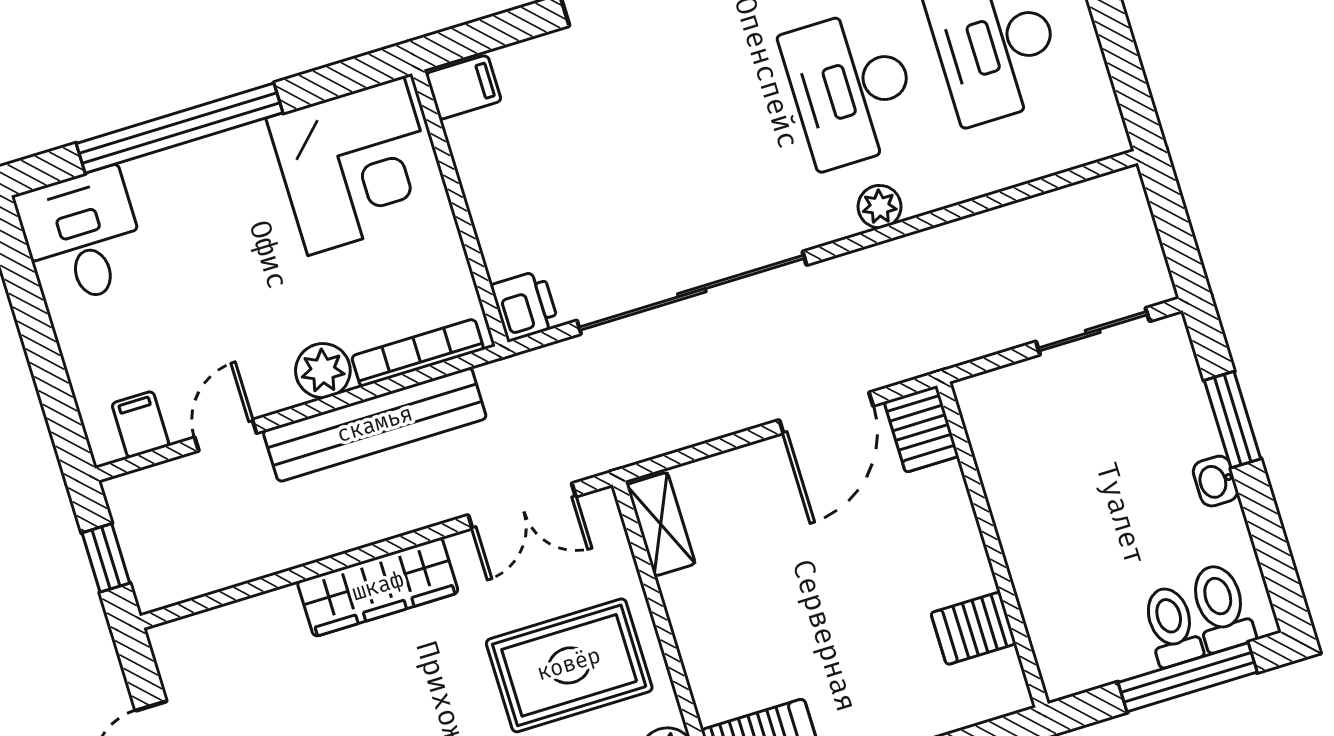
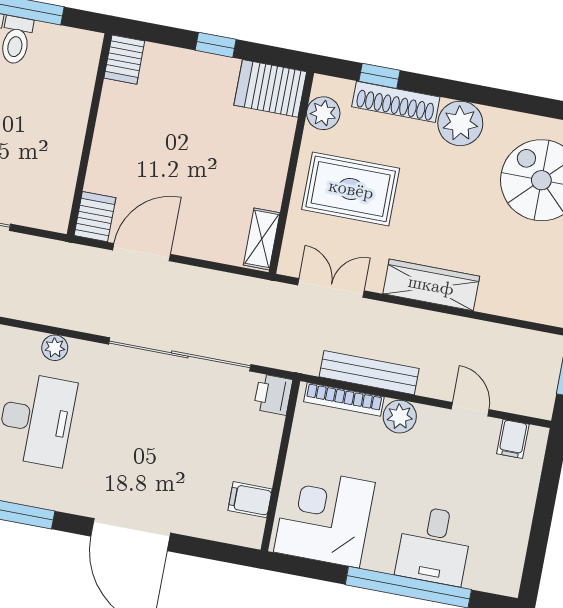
filing cabinet: (463, 87) -> (250, 500), moved
desk: (82, 237) -> (434, 545), moved
bench: (375, 425) -> (369, 373), width x0.73, depth x0.82
door: (226, 435) -> (470, 409), swing flipped
server rack: (974, 628) -> (124, 60), moved, turned 90

